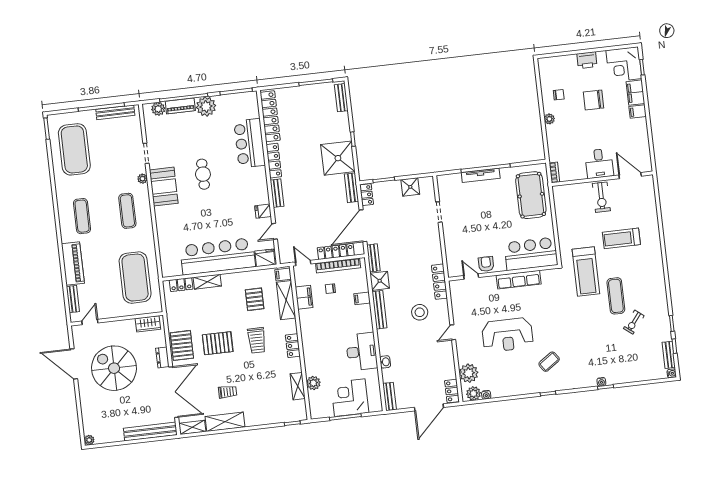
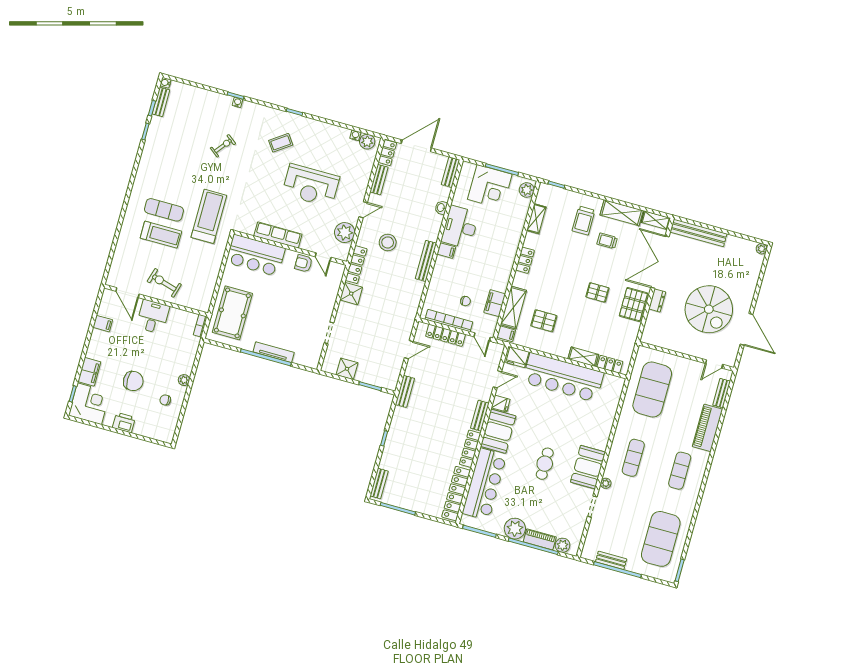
bench: (115, 112) -> (611, 560), width x0.73
filing cabinet: (638, 112) -> (103, 324), moved
bar counter: (250, 143) -> (484, 484), width x1.36
shower: (338, 158) -> (406, 426), removed
booth: (255, 186) -> (498, 431), added
locker: (367, 195) -> (393, 379), removed
exercise bike: (601, 197) -> (164, 283), turned -74
door: (363, 226) -> (409, 350), width x0.53
bench: (373, 258) -> (379, 180), moved
armchair: (486, 264) -> (304, 263), turned 90
shower: (380, 281) -> (351, 294), moved
exercise mat: (616, 296) -> (164, 210), moved, turned 90
filing cabinet: (362, 298) -> (446, 251), moved
pallet: (255, 299) -> (544, 321), turned 90
exercise bike: (634, 322) -> (223, 146), moved
wardrobe: (148, 324) -> (658, 339), removed
reception desk: (507, 335) -> (311, 185), turned 180
trolley: (257, 340) -> (584, 221), moved, turned 180
pallet: (218, 343) -> (597, 292), width x0.67, depth x0.71
plant: (469, 373) -> (345, 233), moved
plant: (313, 383) -> (527, 190), moved

